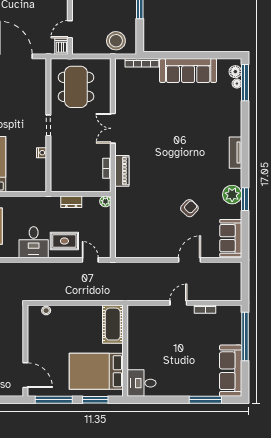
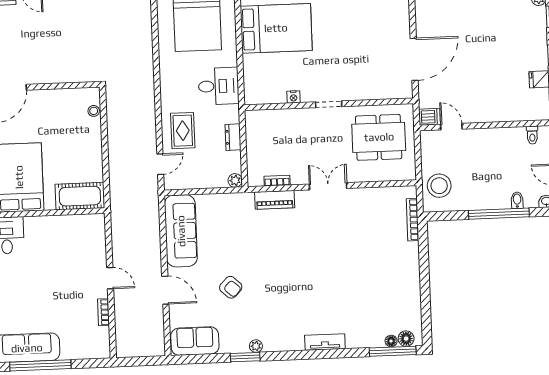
sofa: (188, 71) -> (181, 231), moved, turned 180
tv unit: (236, 153) -> (325, 342), moved
plant: (232, 195) -> (256, 346), width x0.53, depth x0.53
desk: (34, 242) -> (218, 86), moved, turned 180
window: (245, 336) -> (40, 365), moved

